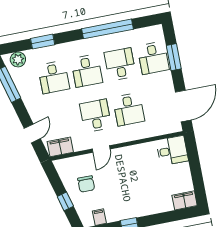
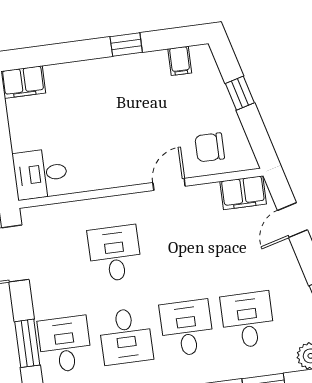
desk: (96, 116) -> (176, 245), removed
chair: (86, 184) -> (210, 147), moved, turned -90

